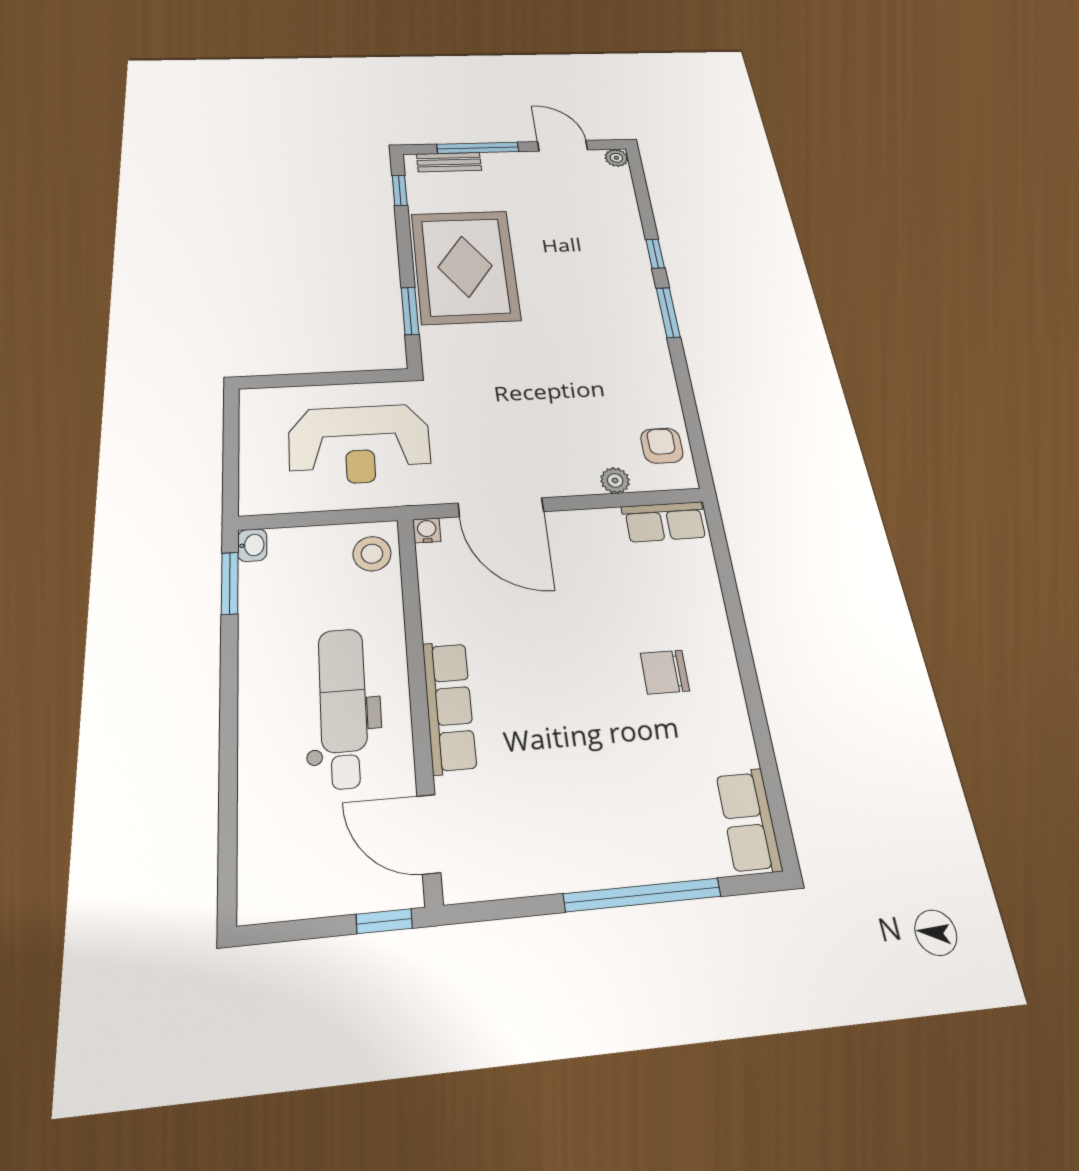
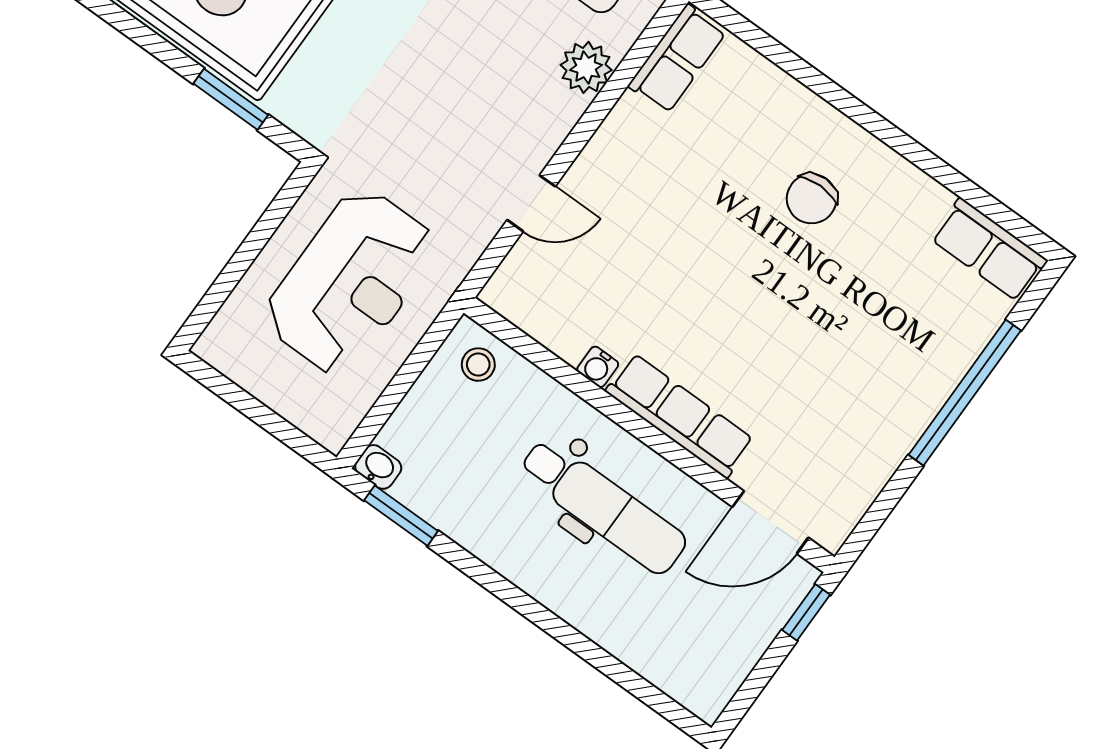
plant: (615, 480) -> (586, 67), width x1.38, depth x1.38
door: (501, 507) -> (531, 203), width x0.53
water cooler: (427, 530) -> (598, 367), moved, turned -90
stool: (372, 554) -> (478, 365), width x0.73, depth x0.73
dental chair: (343, 707) -> (603, 506), turned 180

